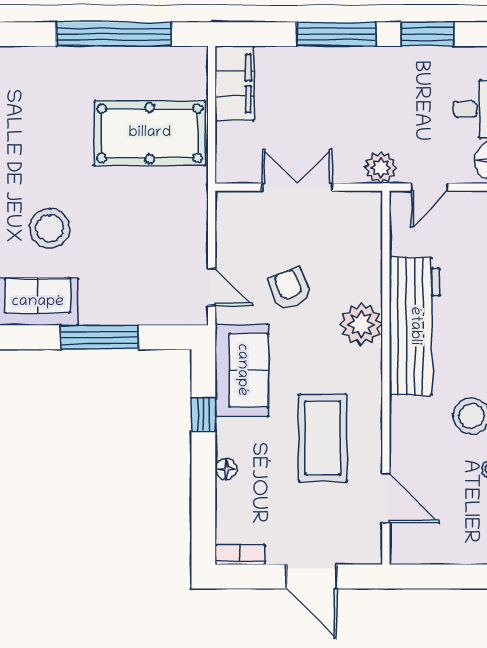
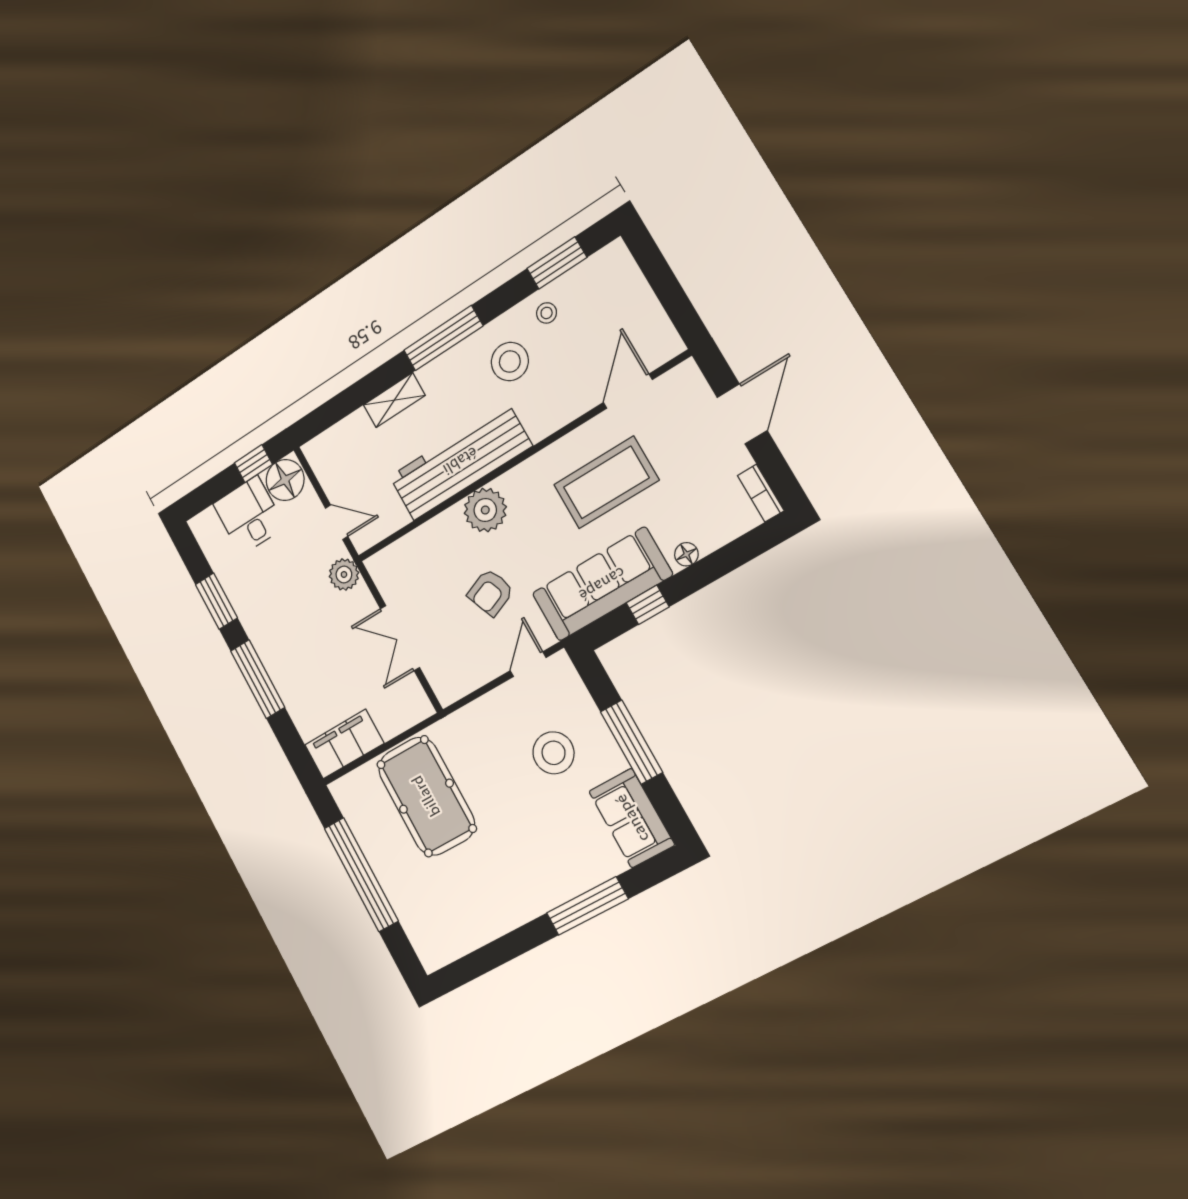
stool: (50, 228) -> (553, 753), moved
sofa: (242, 370) -> (602, 584), width x1.36

